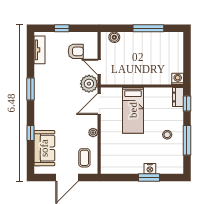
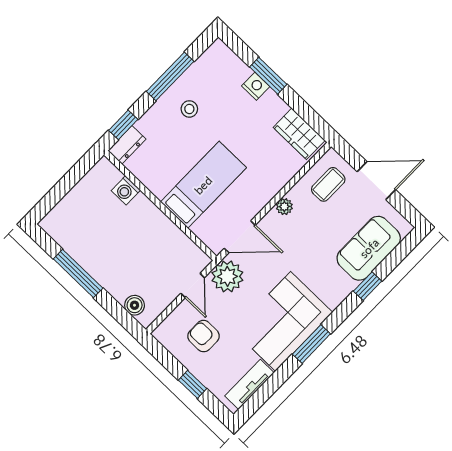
washing machine: (178, 79) -> (126, 190), moved
corner sofa: (50, 87) -> (283, 321), added
wardrobe: (115, 167) -> (299, 134), added

